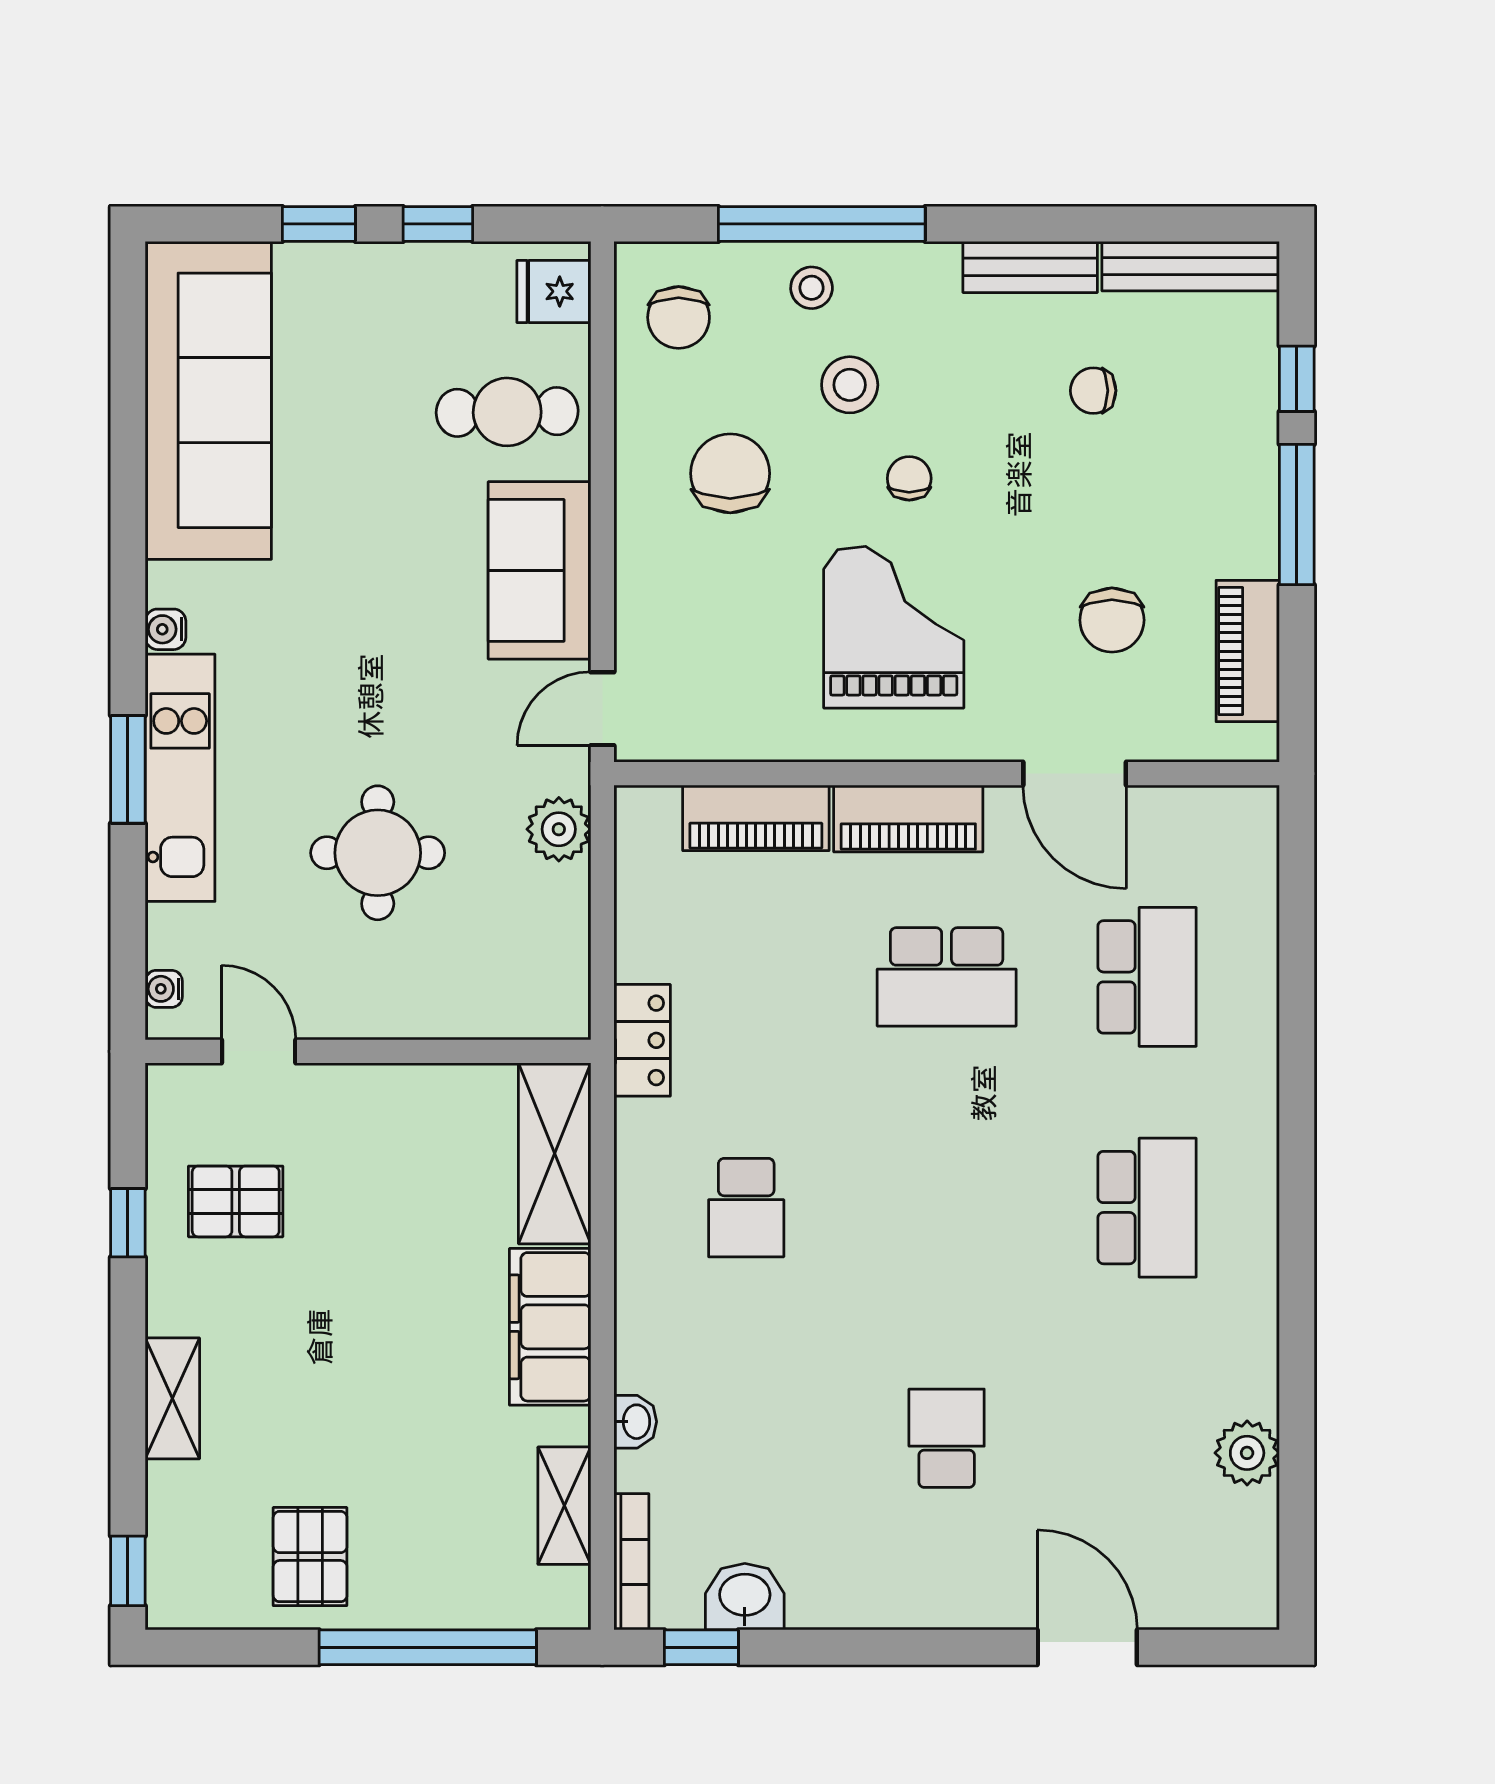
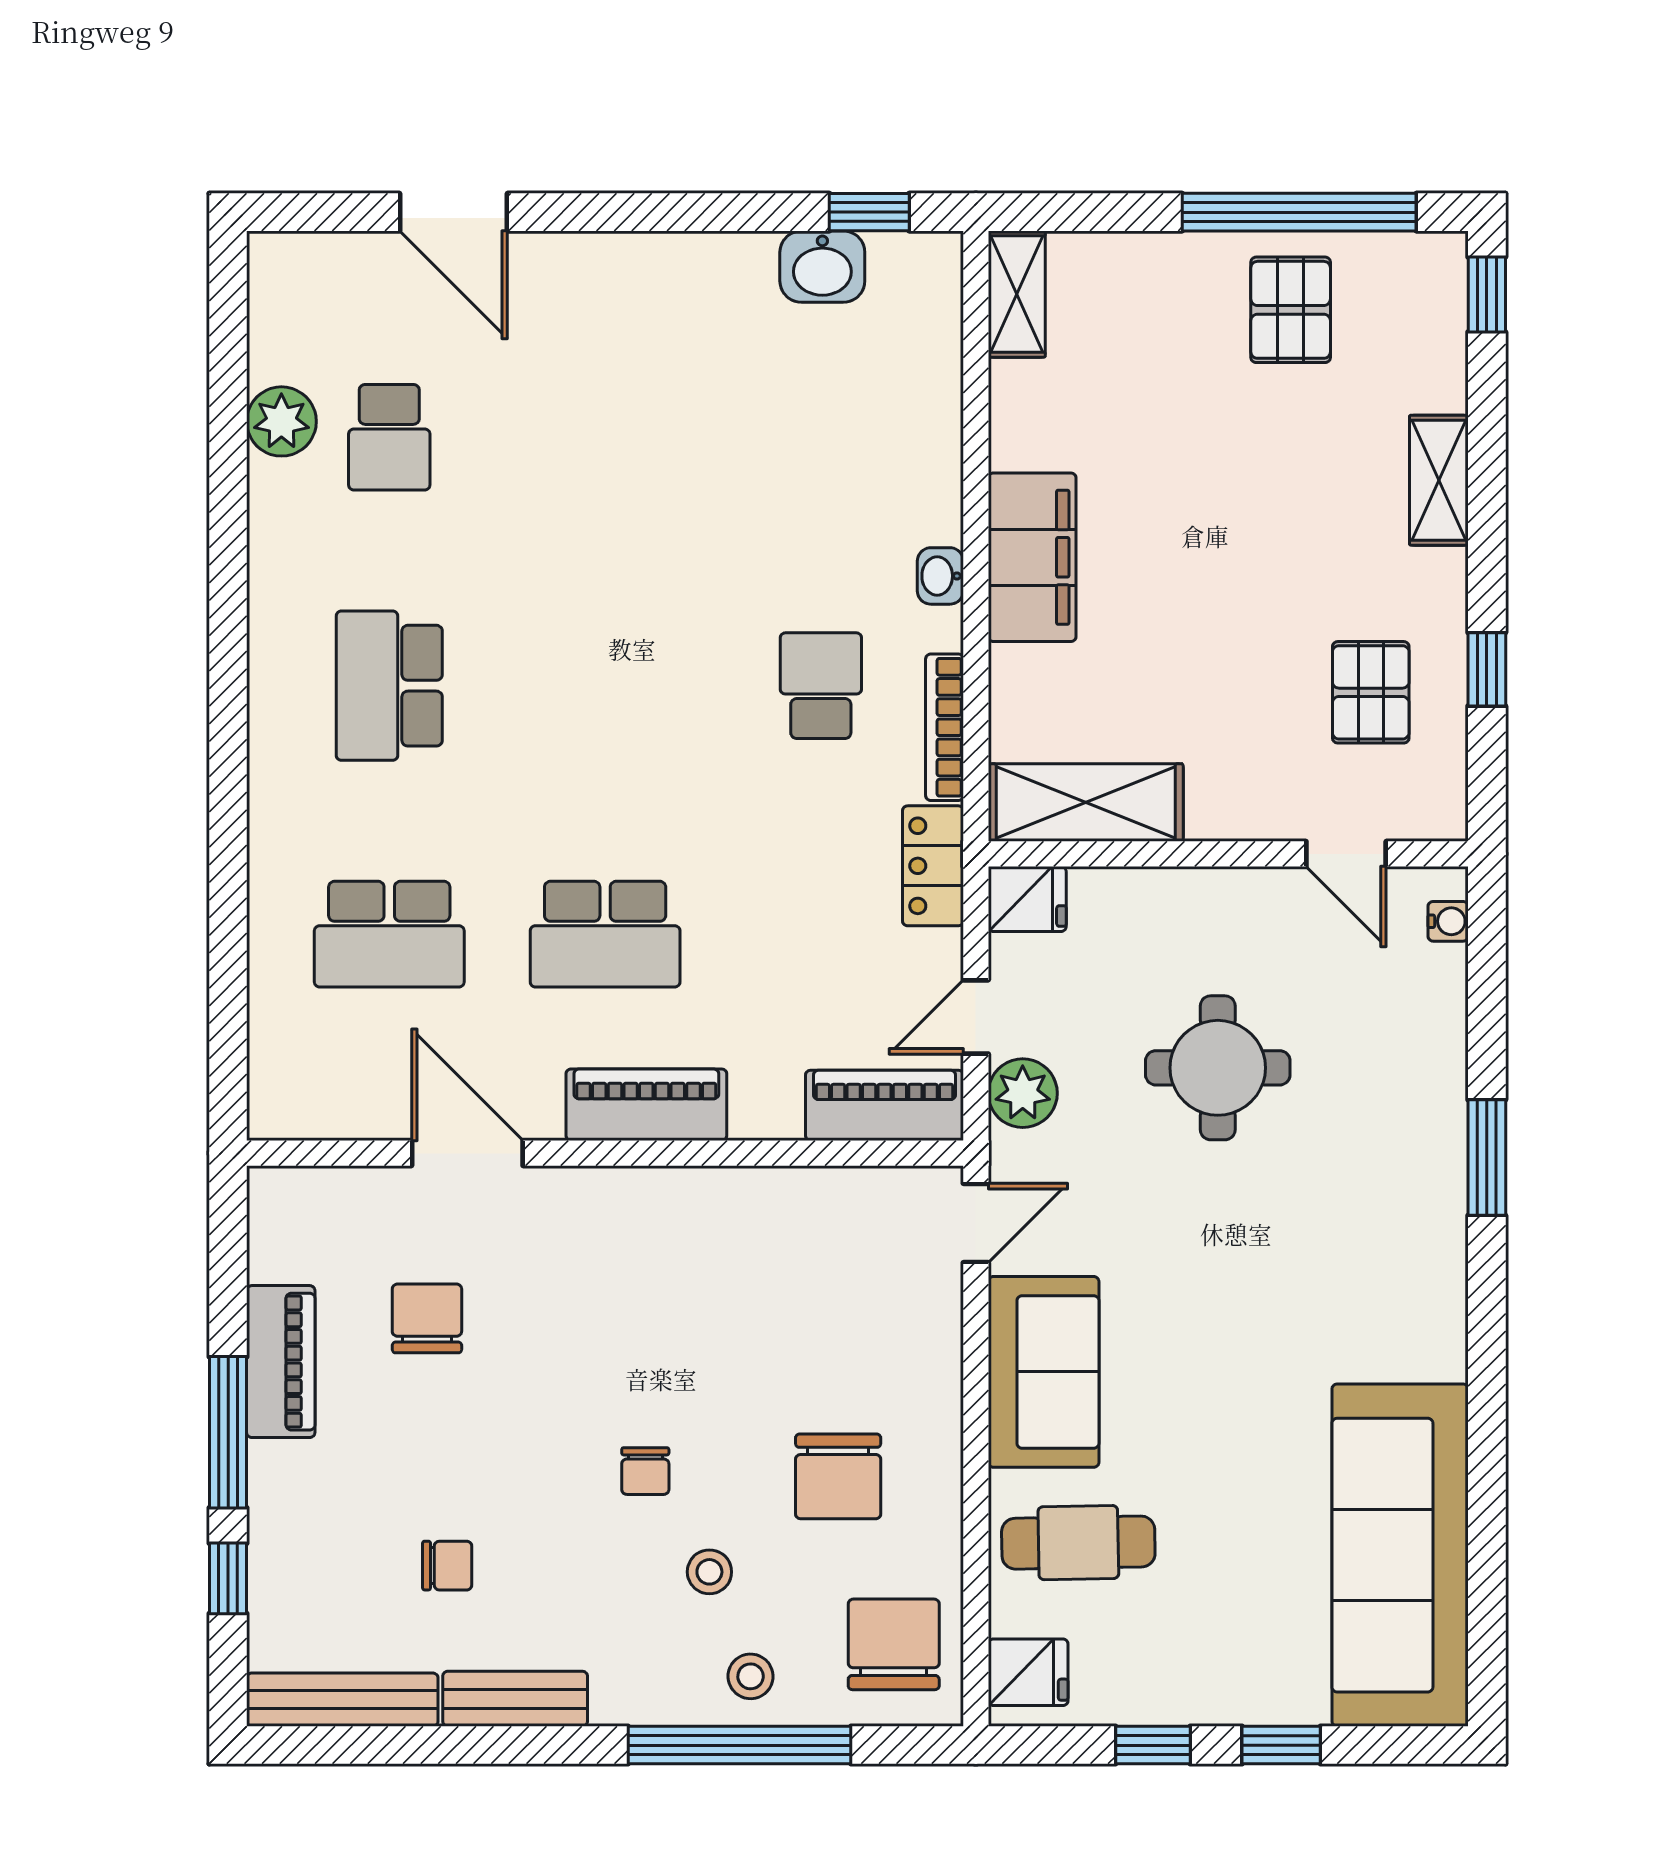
chair: (679, 317) -> (894, 1644), width x1.37, depth x1.37
stool: (850, 385) -> (709, 1572), width x0.73, depth x0.73
grand piano: (894, 627) -> (662, 1311), removed
water cooler: (165, 629) -> (1446, 1309), removed
piano: (1248, 651) -> (281, 1362), moved
kitchen unit: (180, 778) -> (1431, 1149), removed
piano: (756, 818) -> (884, 1105), moved
door: (602, 900) -> (976, 1017), added
school desk: (947, 977) -> (605, 934), turned 180
school desk: (1147, 977) -> (389, 934), turned -90
fridge: (555, 1010) -> (1027, 899), added
shelving: (555, 1153) -> (1086, 803), moved, turned 90
pallet: (236, 1201) -> (1371, 692), turned 90
washbasin: (635, 1422) -> (940, 576), moved
school desk: (947, 1438) -> (389, 437), moved
shelving: (564, 1506) -> (1017, 294), moved
bookcase: (631, 1562) -> (945, 727), moved
window: (428, 1647) -> (1299, 212), moved

